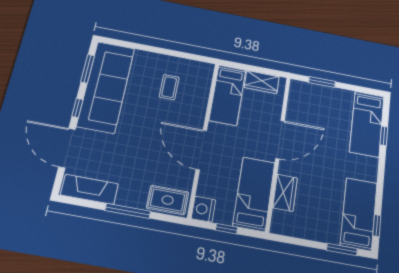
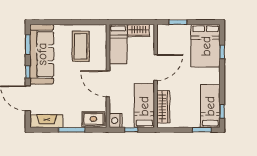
coffee table: (169, 87) -> (81, 46), width x1.86, depth x1.72
bed: (367, 124) -> (206, 46), width x1.50
wardrobe: (285, 193) -> (163, 107), width x1.50

